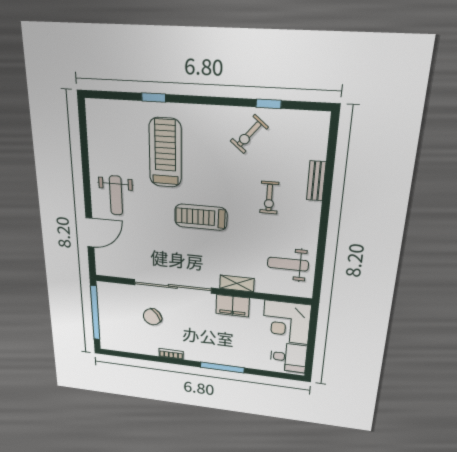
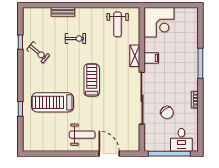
treadmill: (201, 217) -> (92, 80), turned 180
filing cabinet: (233, 306) -> (151, 58), width x0.50
desk: (288, 357) -> (181, 140), moved, turned 180

